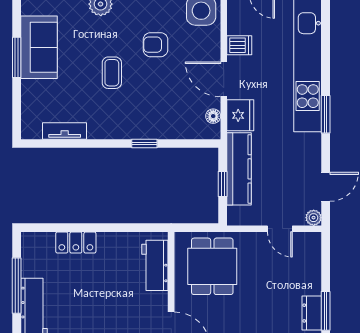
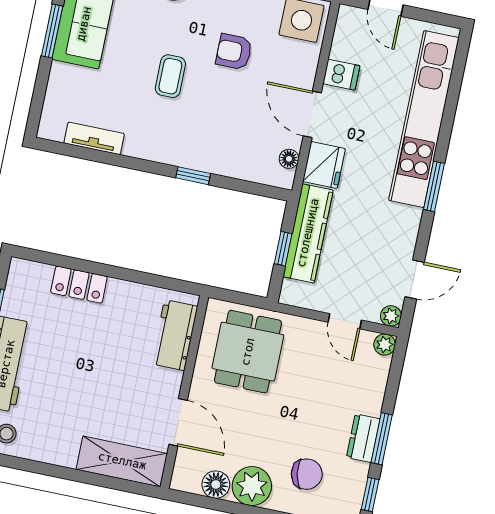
plant: (313, 240) -> (385, 345), added

